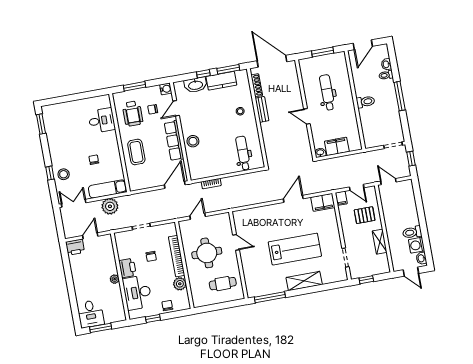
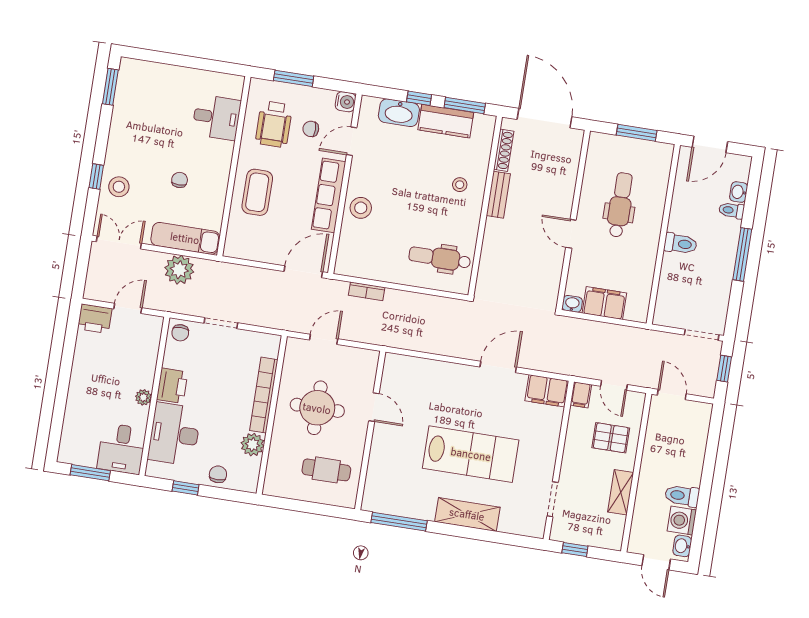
dental chair: (243, 153) -> (440, 258), turned -90
chair: (151, 256) -> (180, 333), moved
desk: (91, 314) -> (122, 449), moved

